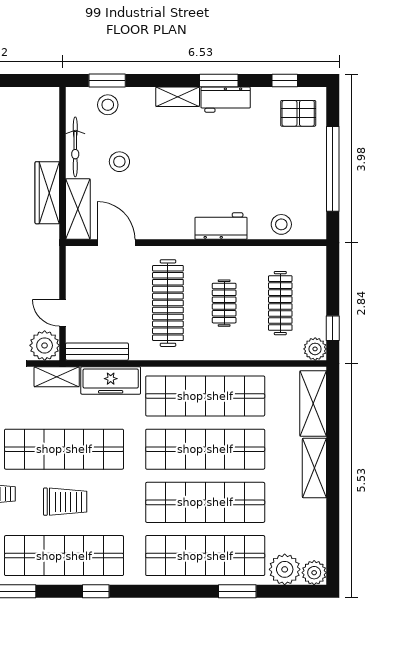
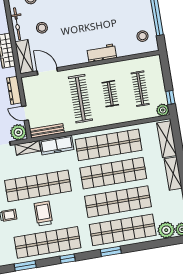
stool: (281, 224) -> (143, 36), moved
dresser: (50, 268) -> (14, 90), added
trolley: (65, 502) -> (43, 214), turned -90
window: (237, 591) -> (111, 251), moved

